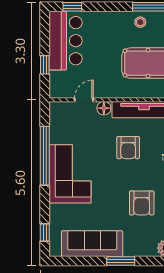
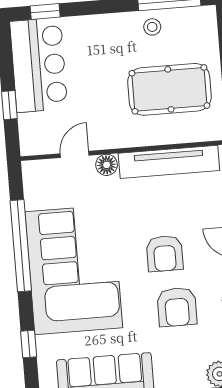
armchair: (128, 148) -> (165, 253), moved
corner sofa: (70, 174) -> (74, 270), width x1.36, depth x1.36
window: (45, 233) -> (29, 344), moved

